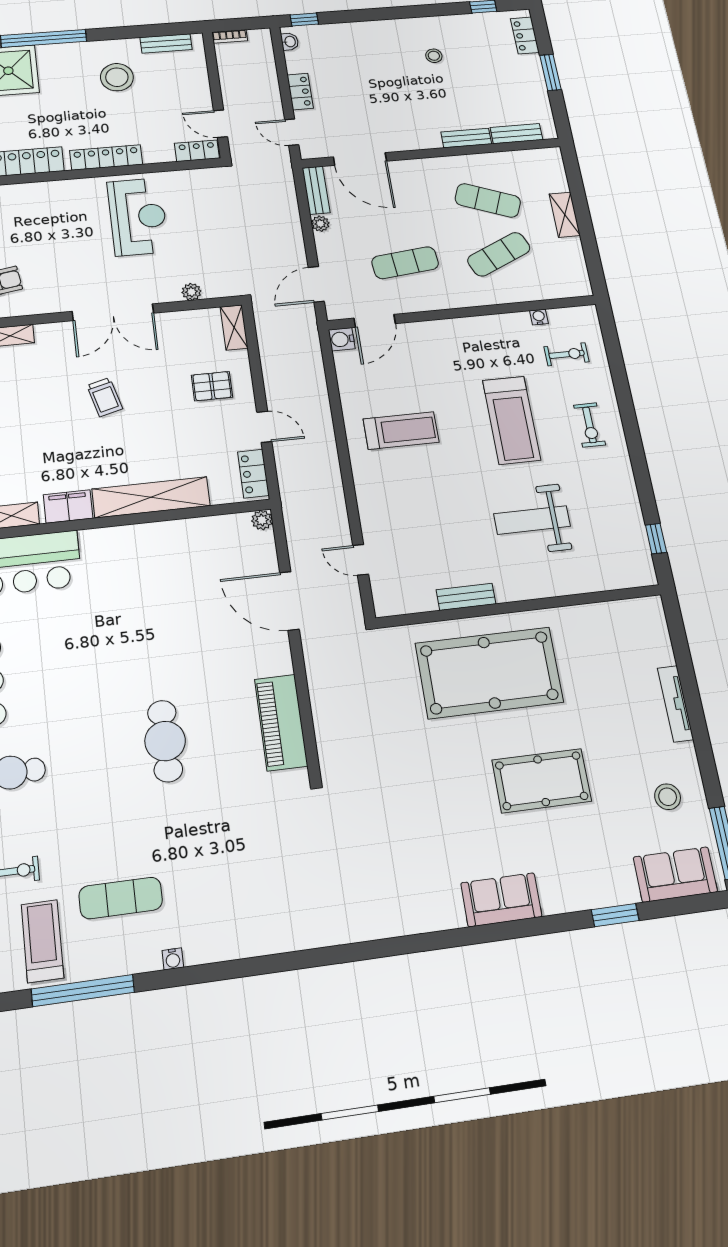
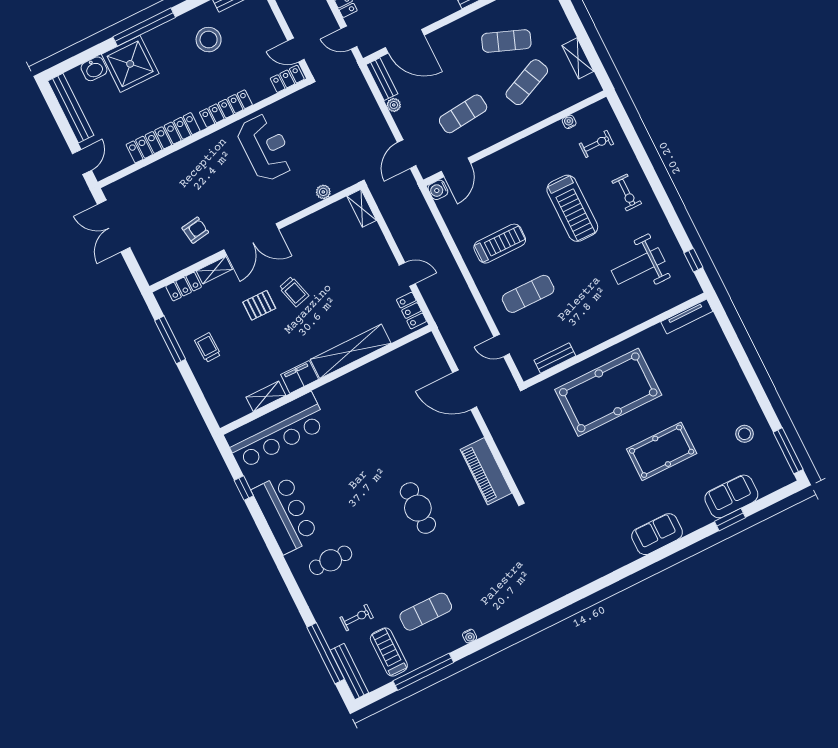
shelving: (565, 215) -> (578, 58), moved
double door: (113, 312) -> (251, 240), moved
pallet: (212, 386) -> (259, 305), moved
exercise mat: (419, 506) -> (528, 294), added
plant: (262, 520) -> (428, 341), removed
weight bench: (532, 520) -> (638, 266), moved
bench: (466, 597) -> (555, 358), moved
tv unit: (676, 704) -> (687, 317), moved, turned -90
sofa: (675, 874) -> (731, 496), moved

